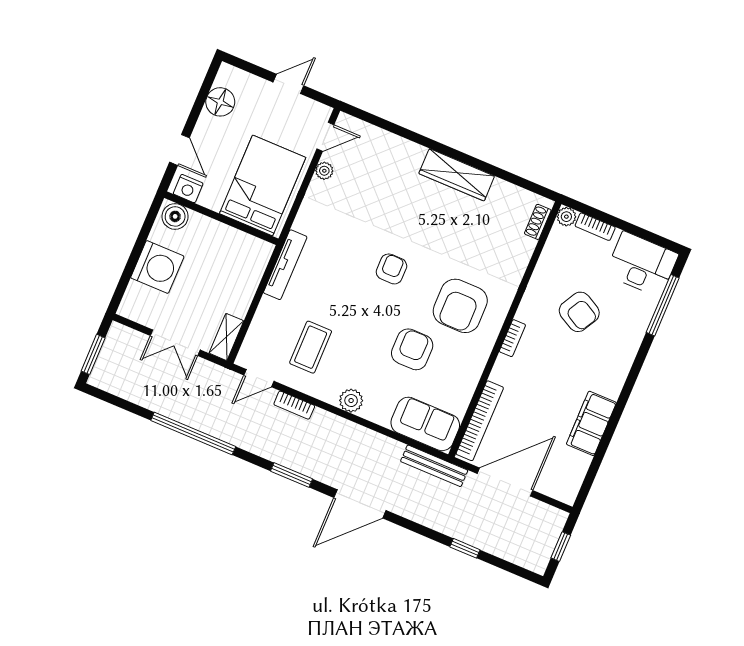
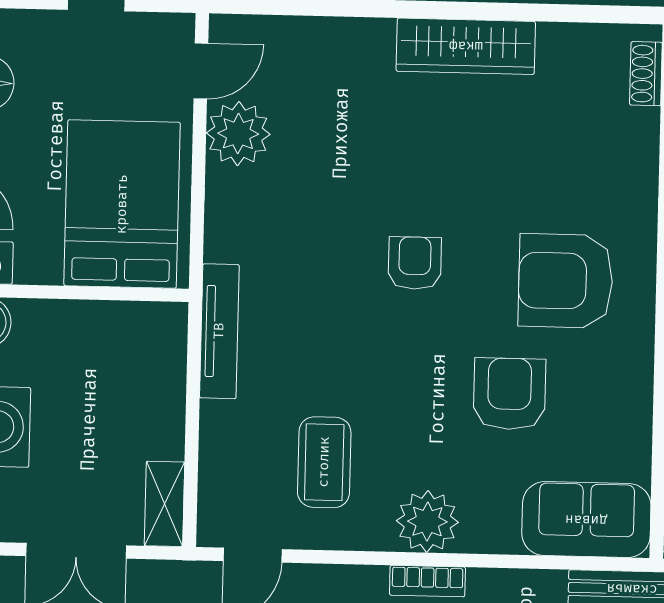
plant: (324, 171) -> (238, 134), width x1.88, depth x1.88
armchair: (460, 306) -> (566, 281), turned 90
plant: (351, 401) -> (427, 522), width x1.36, depth x1.36
bookcase: (294, 405) -> (427, 581), moved

